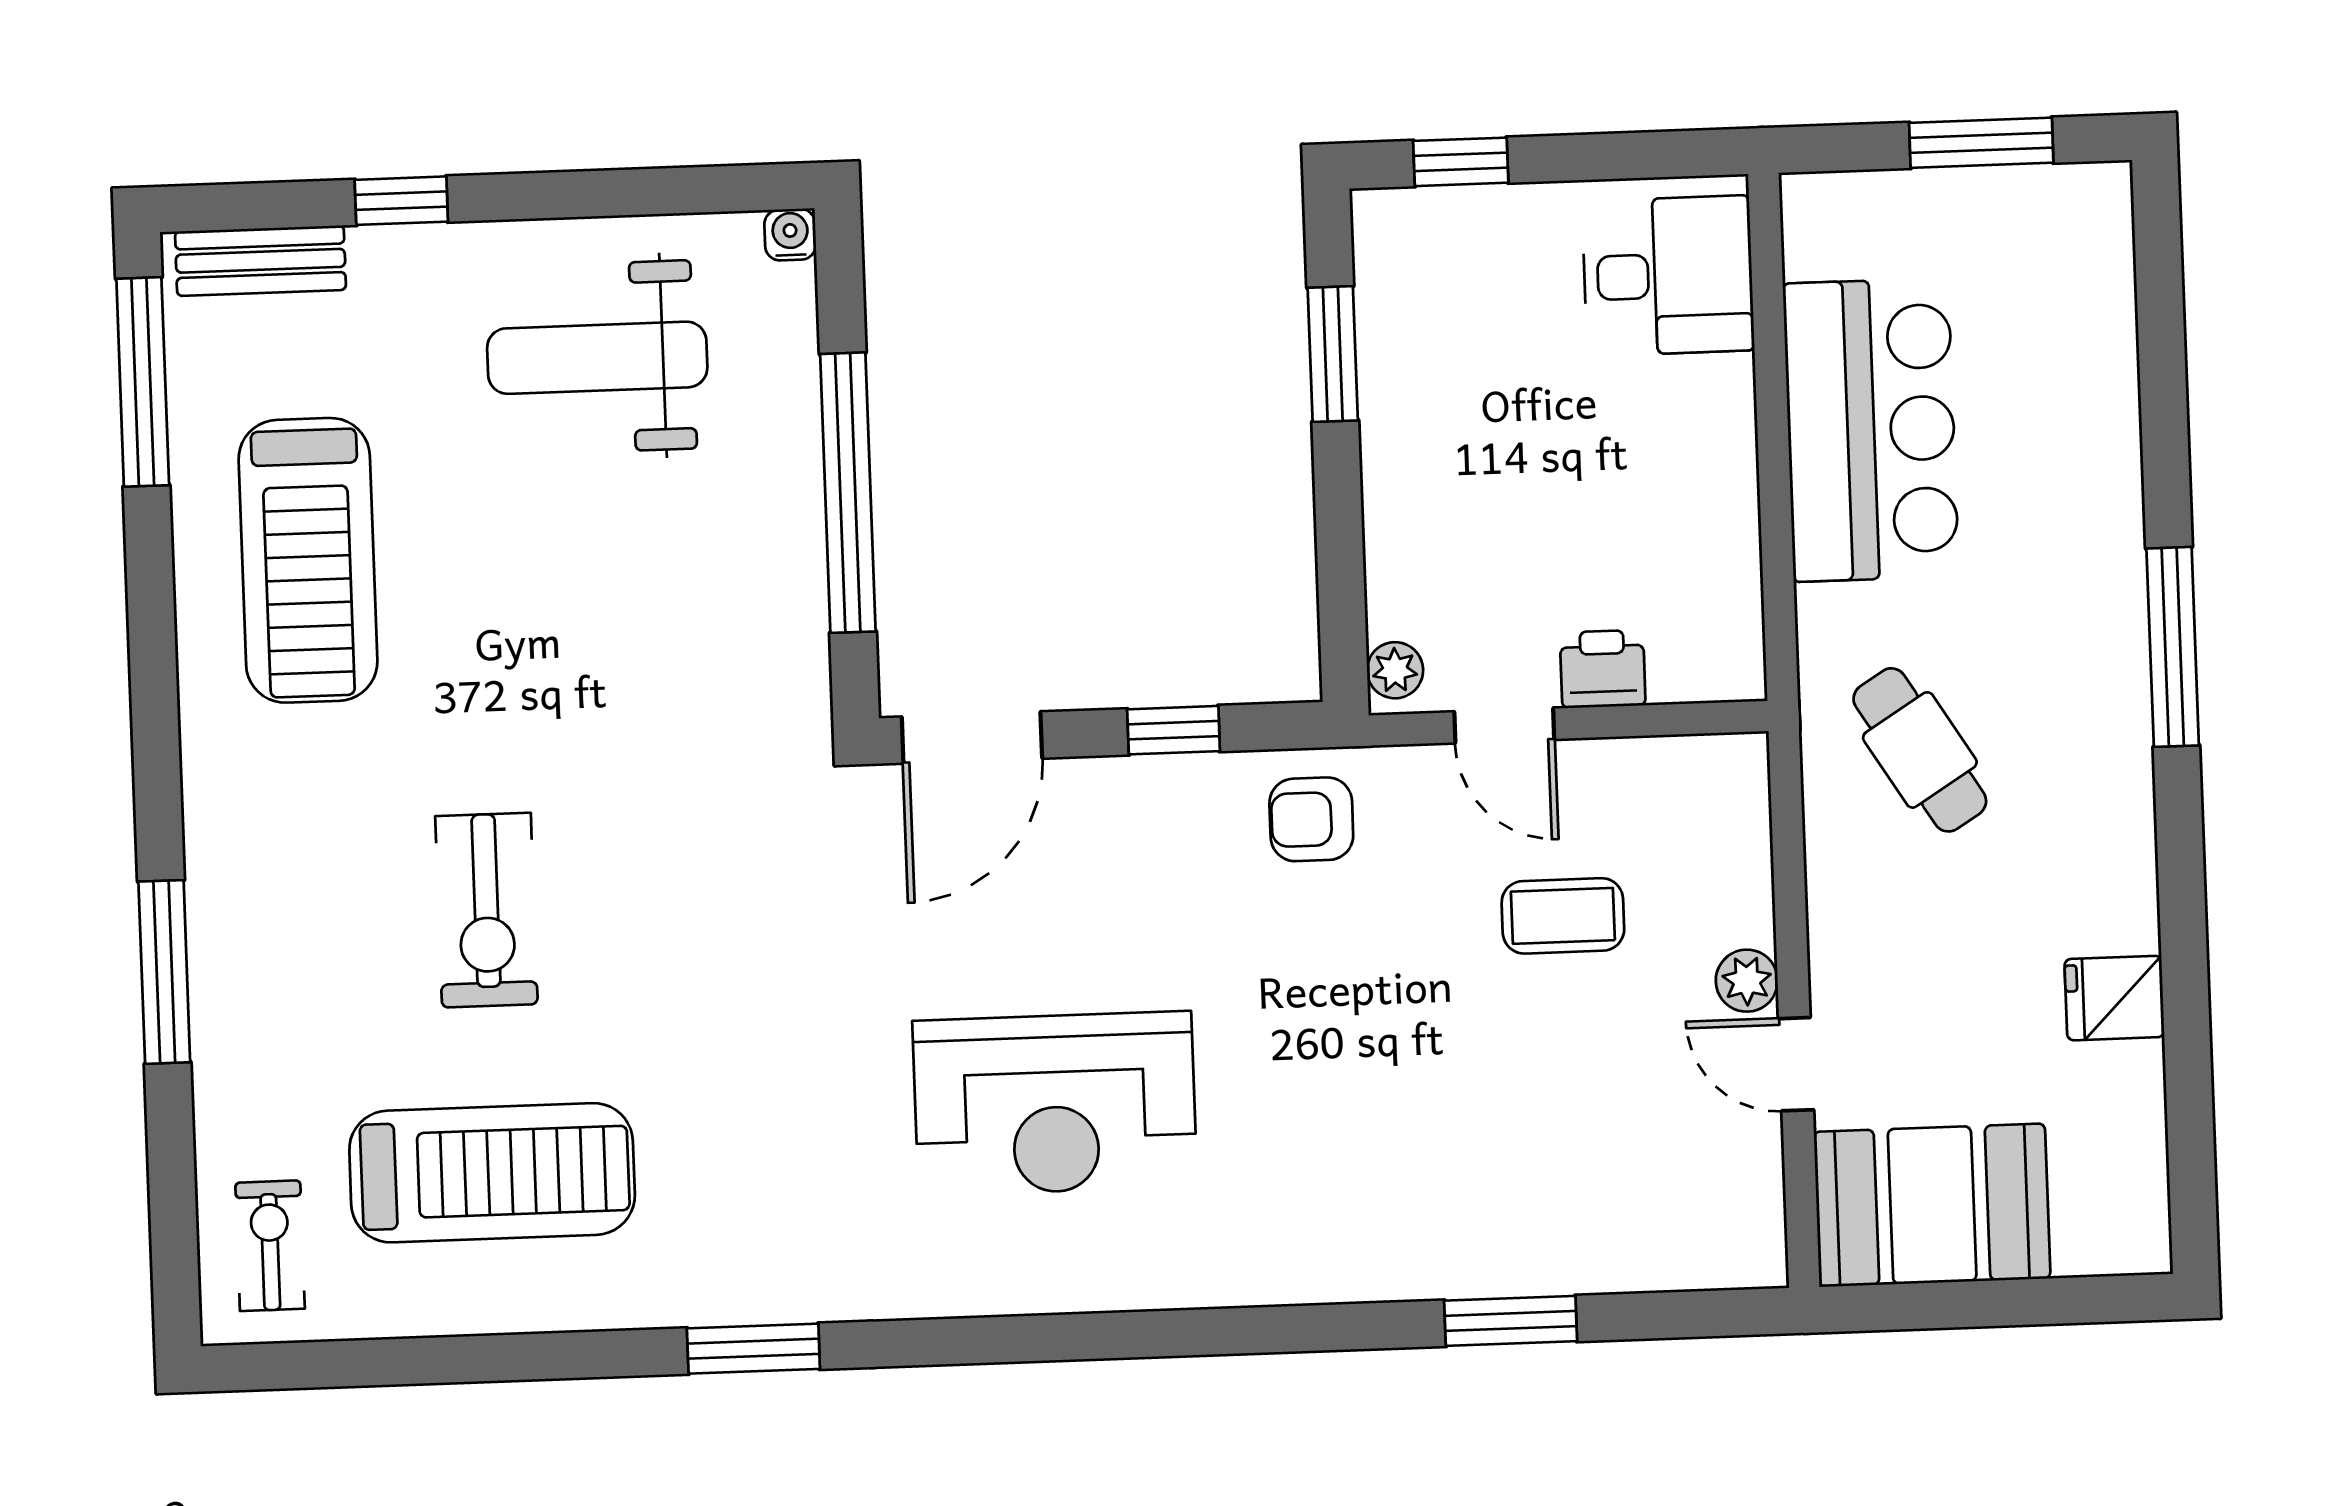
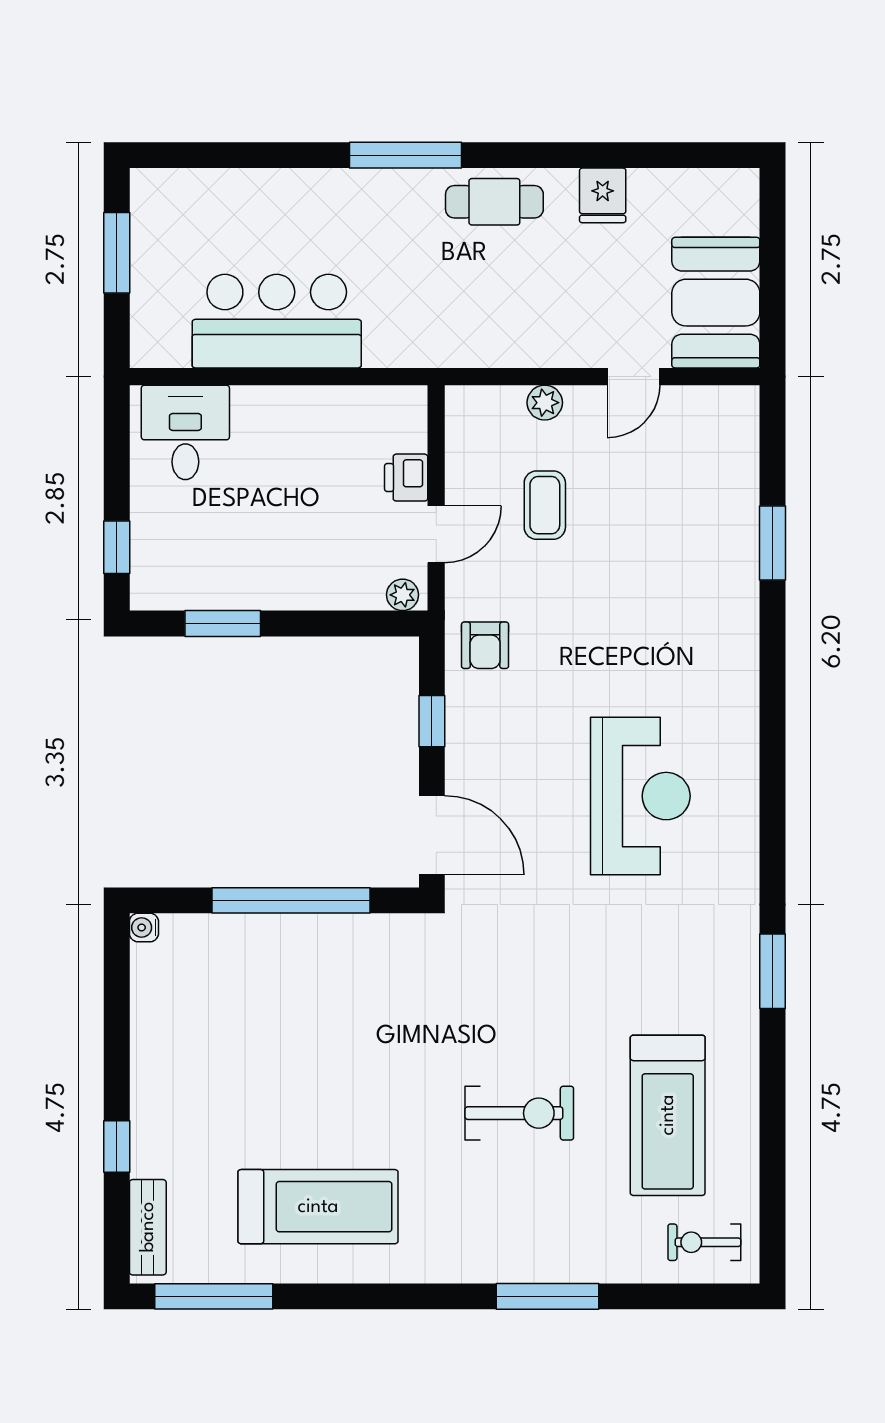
weight bench: (597, 358) -> (210, 1039), removed
cafe table: (1920, 750) -> (494, 202), moved, turned 32
plant: (1747, 981) -> (545, 403), moved
treadmill: (492, 1173) -> (668, 1115), turned 180

